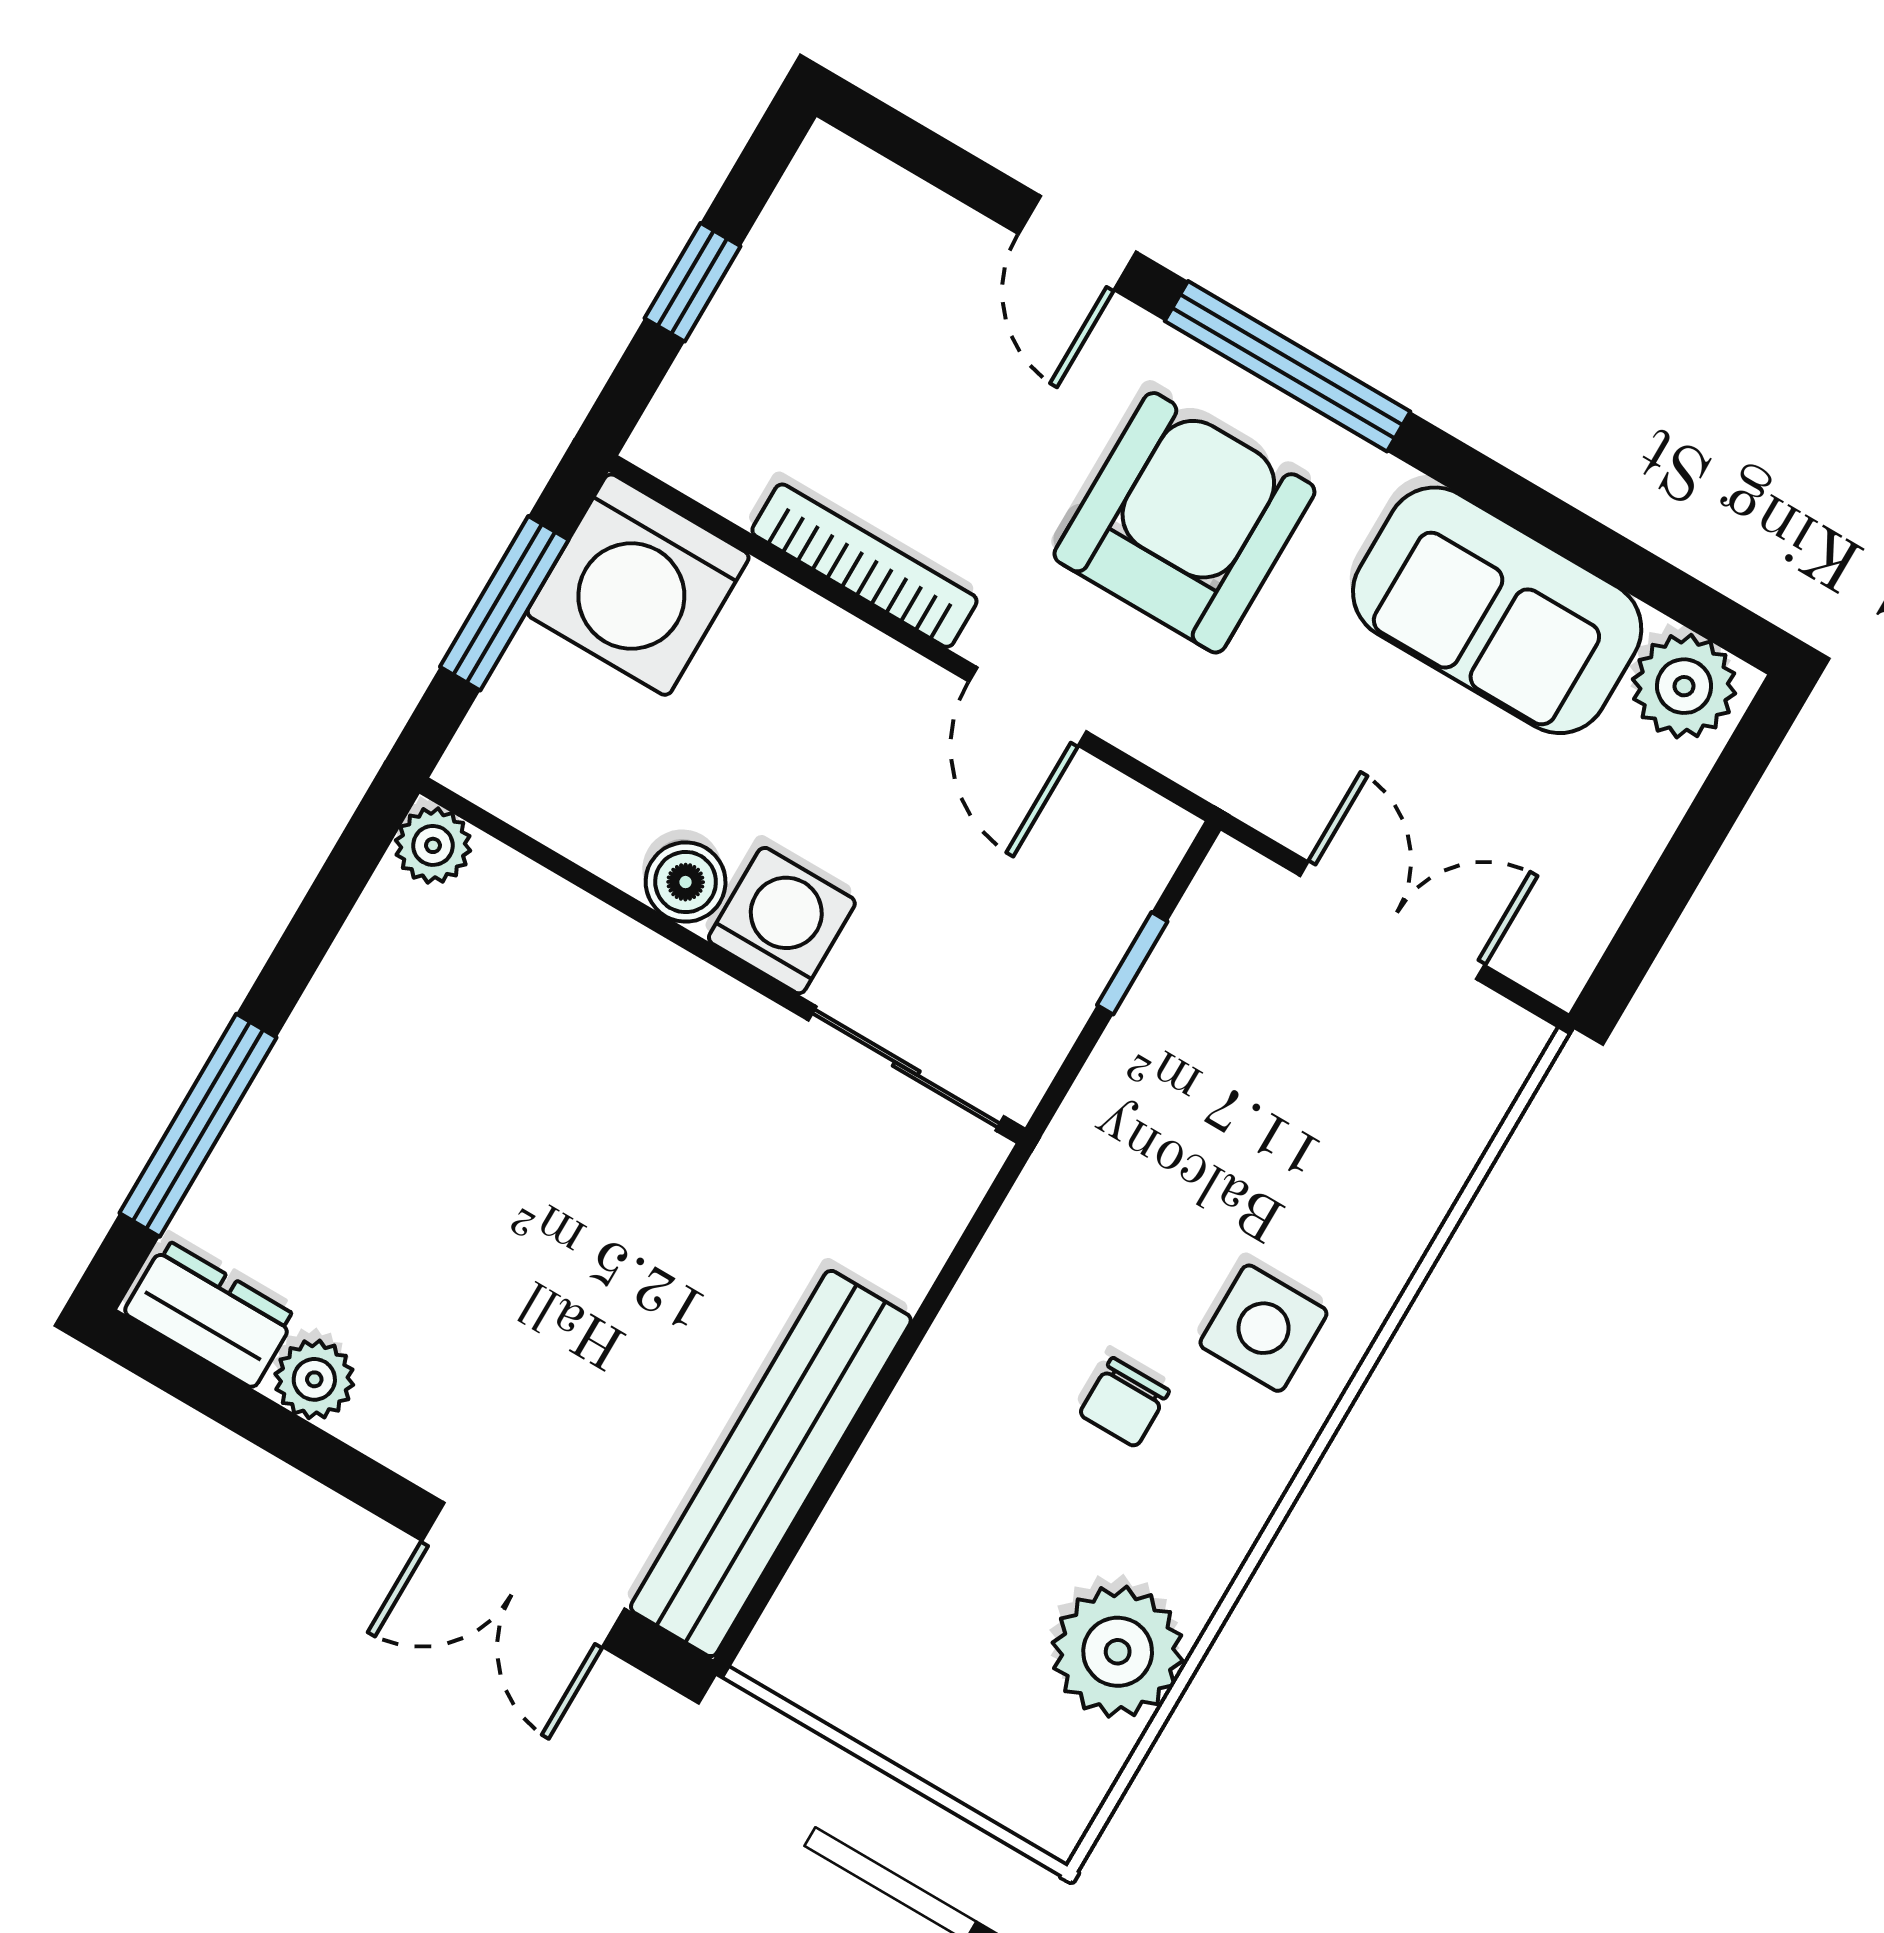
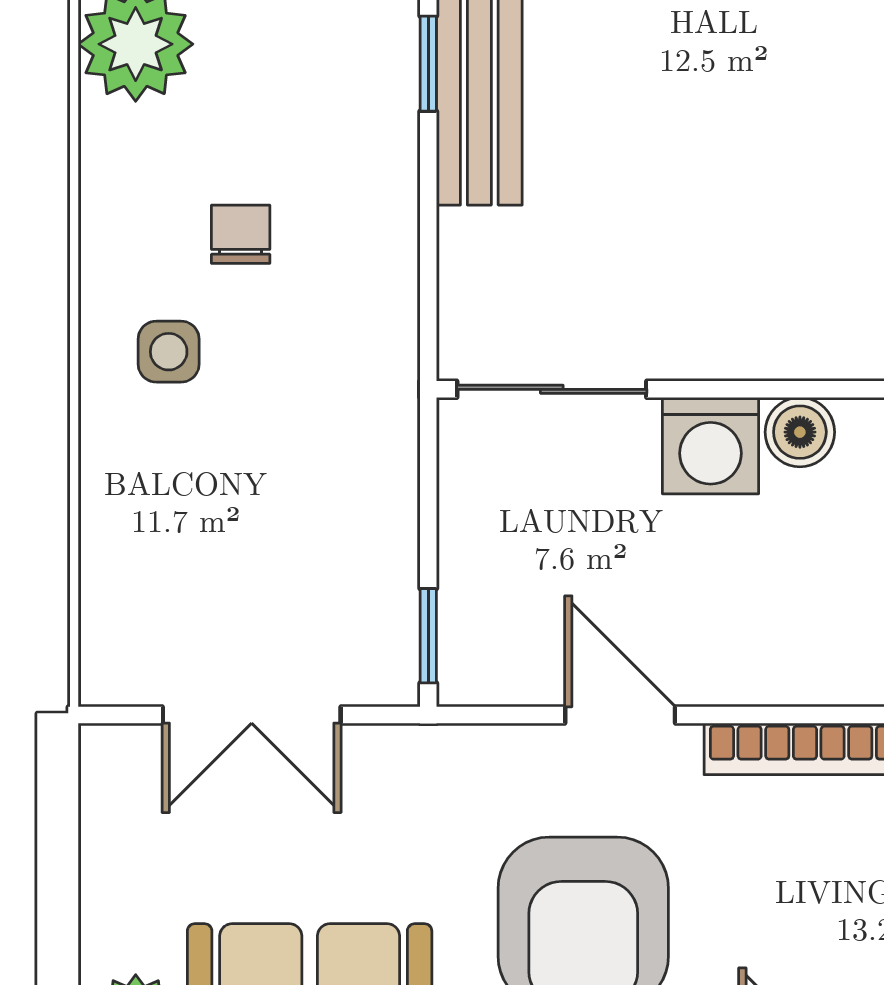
window: (1132, 963) -> (428, 636), moved
side table: (1263, 1328) -> (169, 352), width x0.73, depth x0.73
window: (839, 1462) -> (428, 64), added

